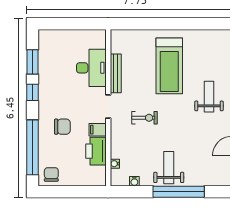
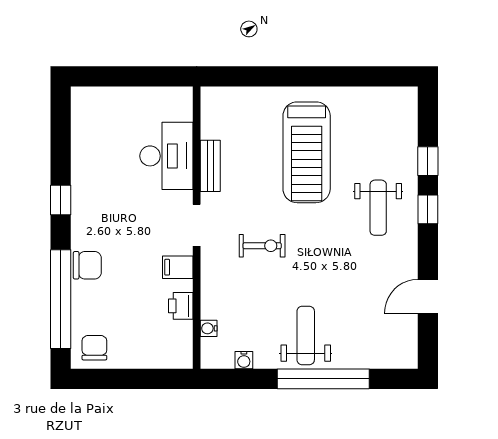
window: (33, 62) -> (61, 145), removed
bench: (116, 73) -> (210, 166), width x0.73
weight bench: (209, 97) -> (378, 208), turned 180
chair: (62, 127) -> (87, 265), moved
printer: (96, 151) -> (181, 306), width x0.53, depth x0.68

